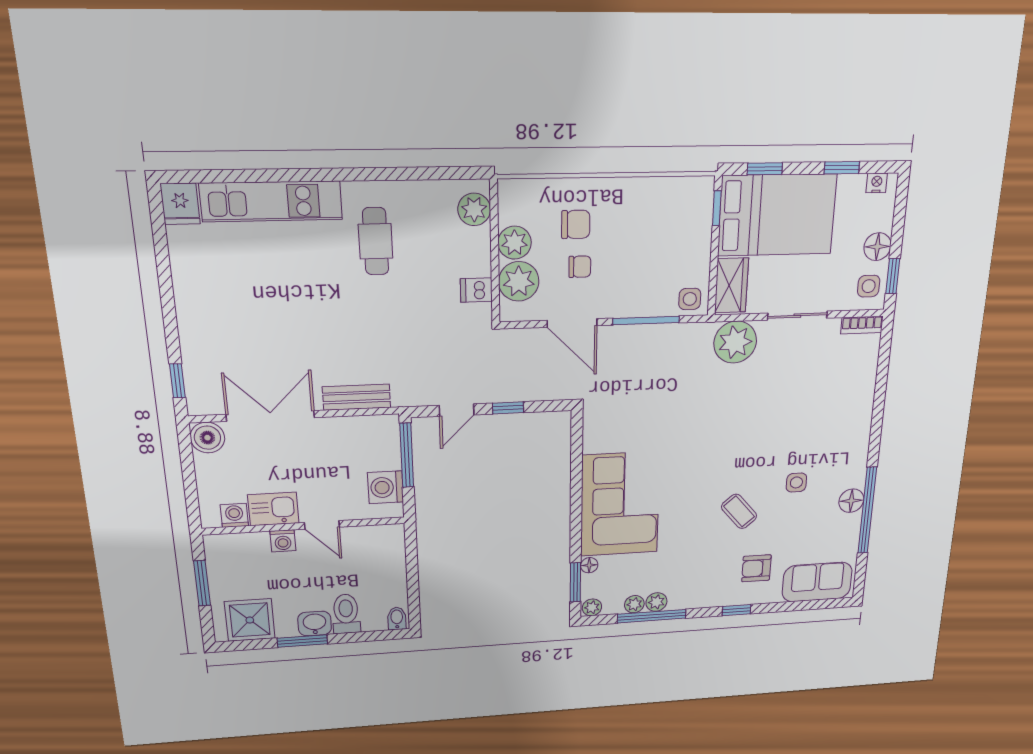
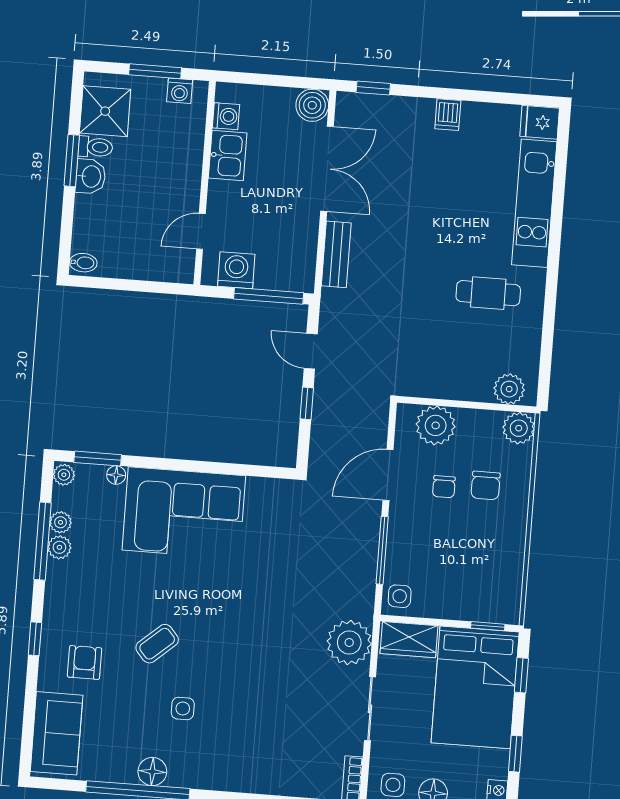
plant: (515, 243) -> (519, 428), moved
dishwasher: (476, 290) -> (448, 115), moved, turned 180
door: (322, 525) -> (201, 231), moved
washing machine: (283, 541) -> (180, 91), moved, turned -90
toilet: (346, 614) -> (95, 147), moved, width x0.73, depth x0.72

